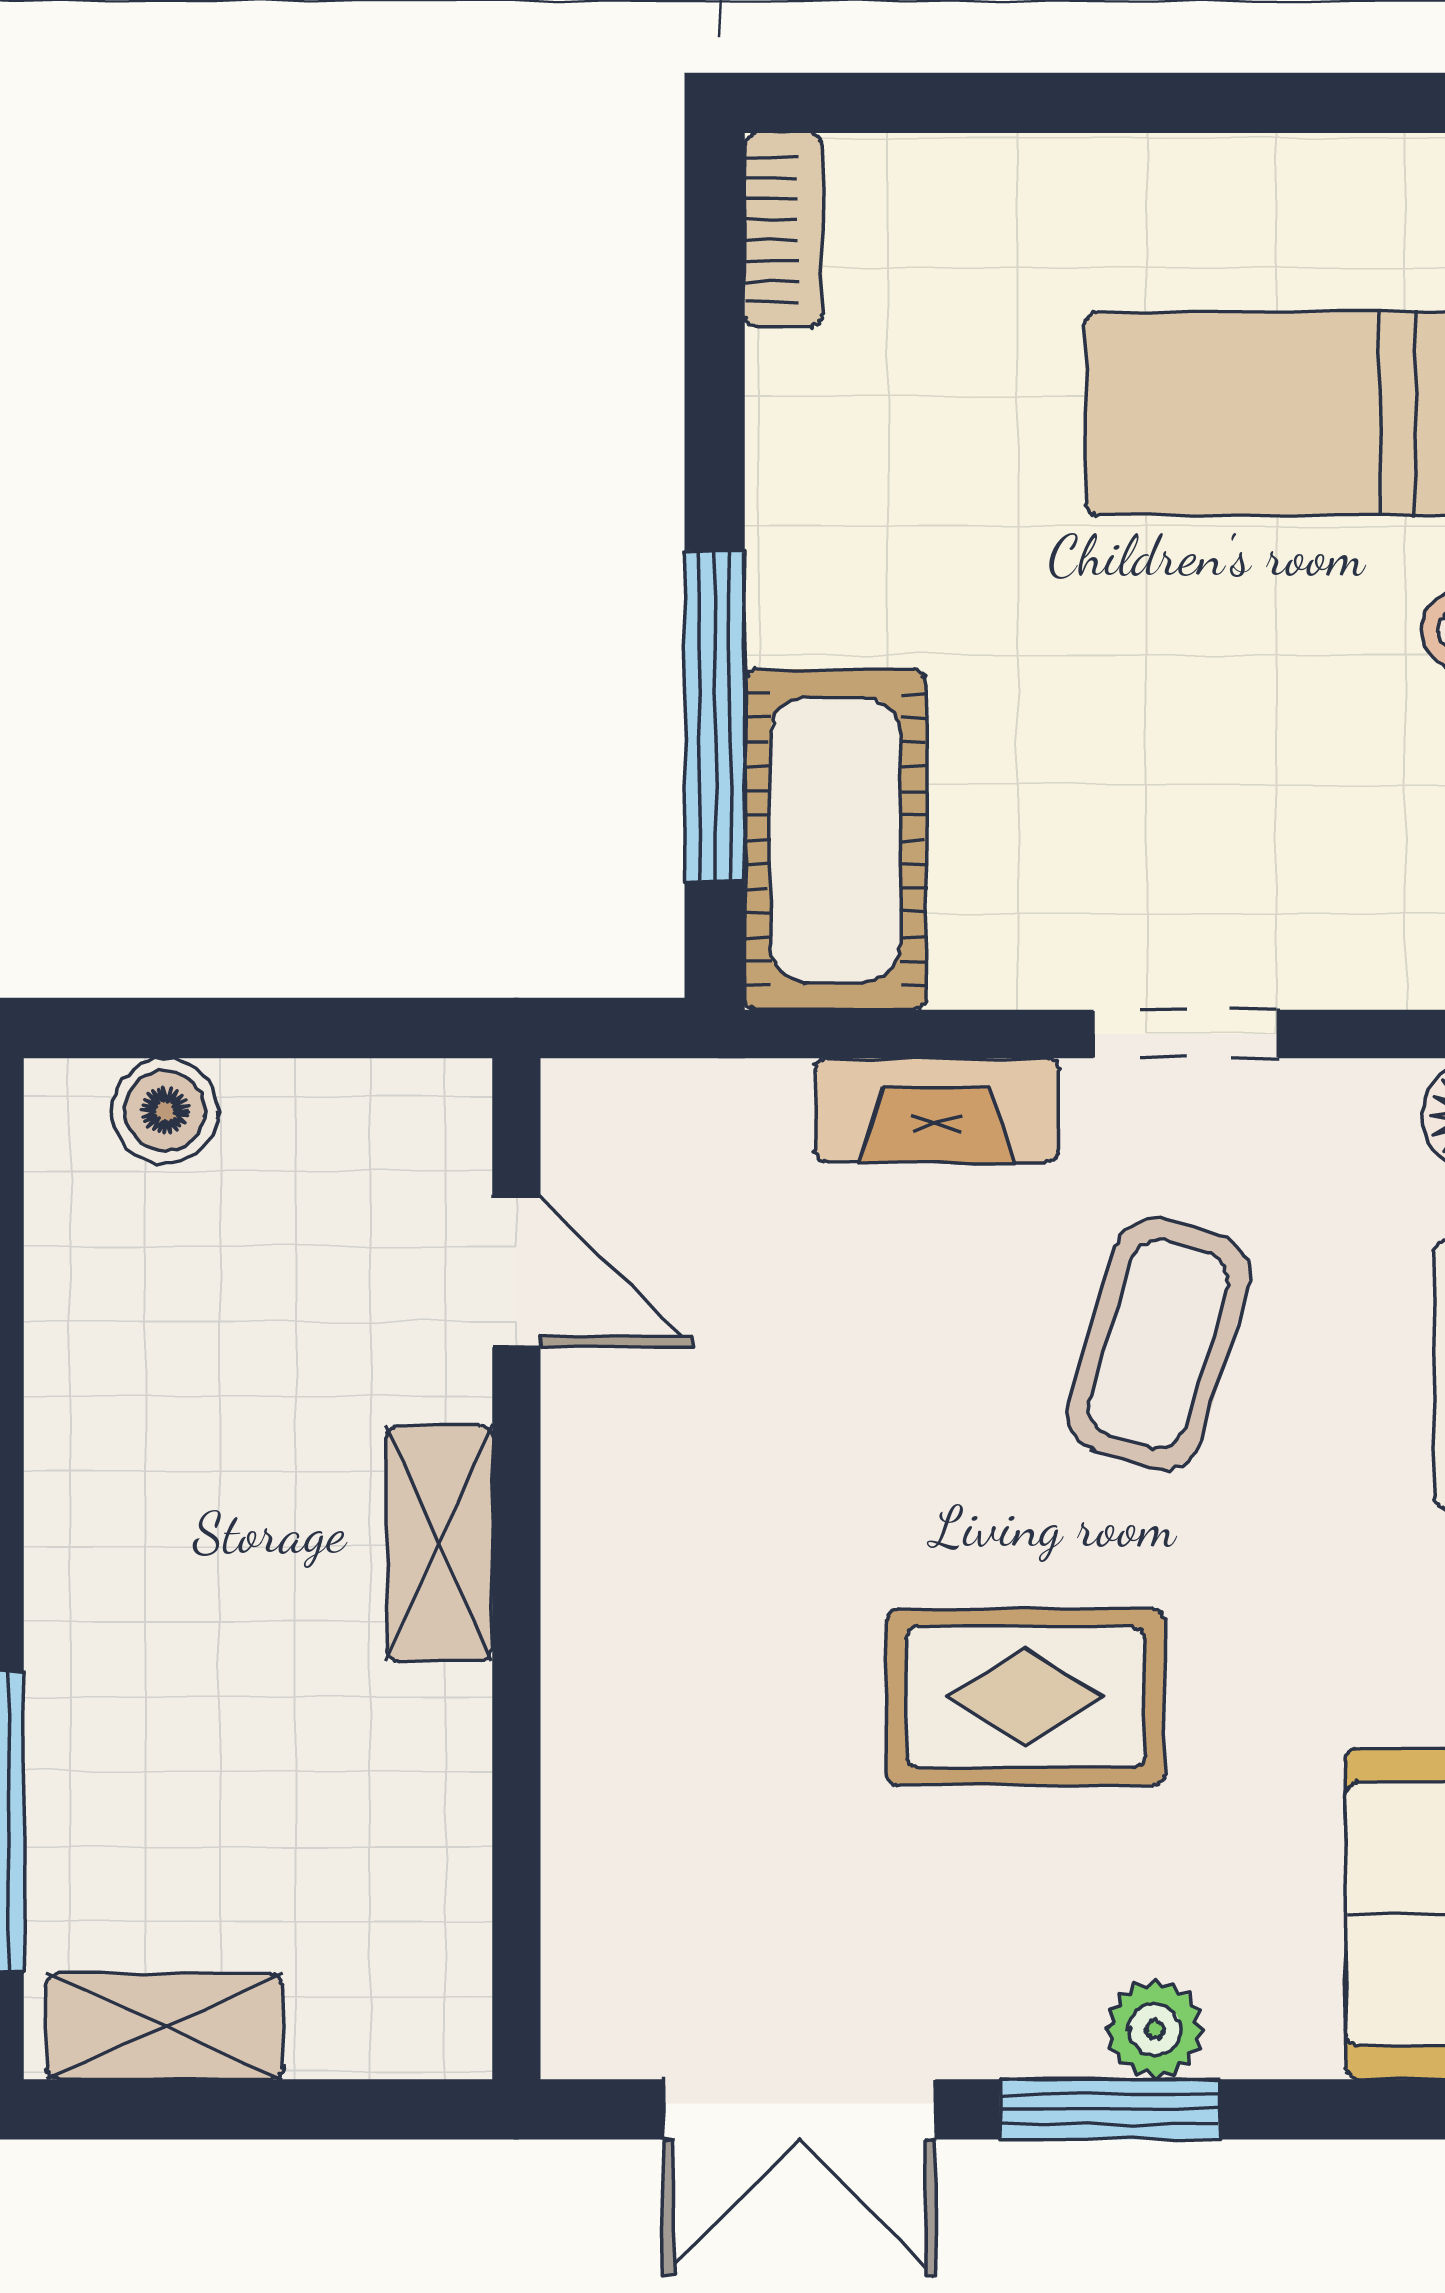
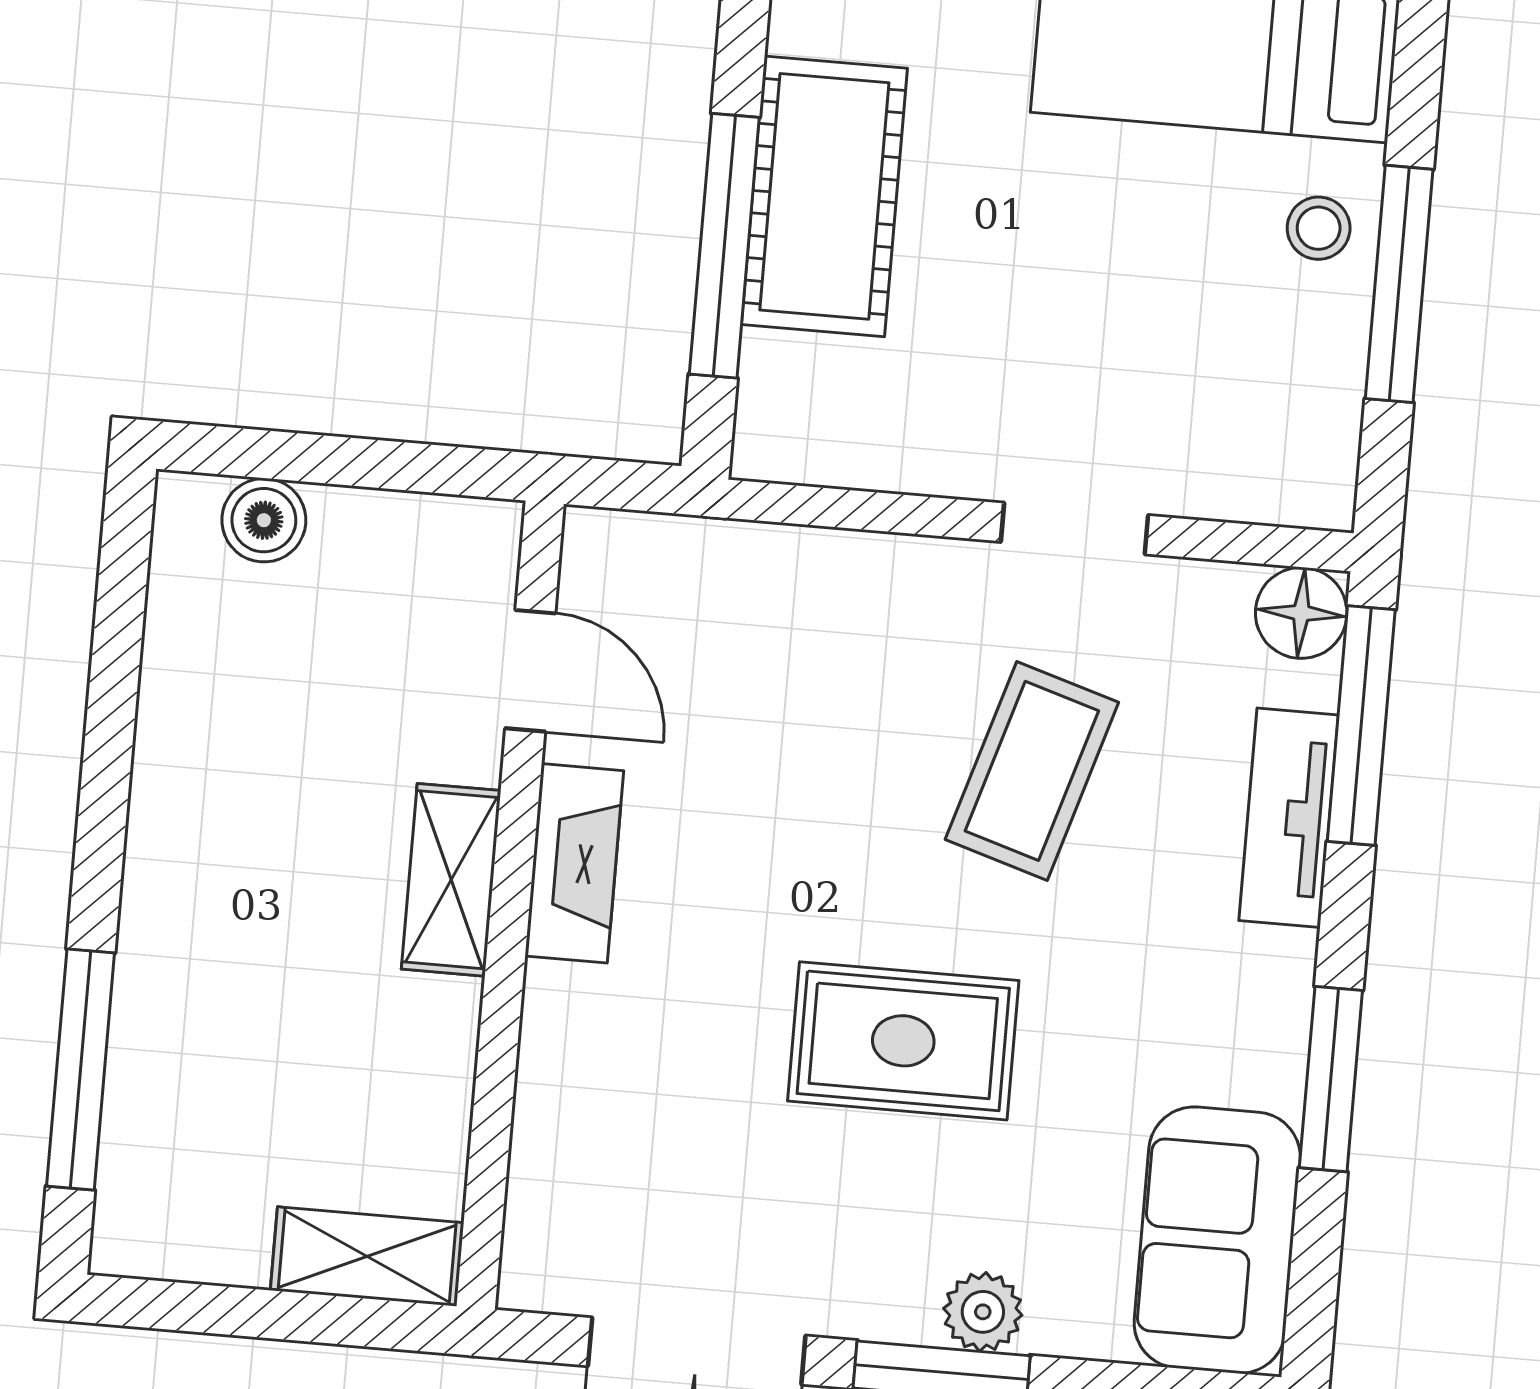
cot: (835, 840) -> (824, 196), moved
fireplace: (937, 1110) -> (574, 863), moved, turned -90
shelving: (165, 2026) -> (367, 1257), moved

